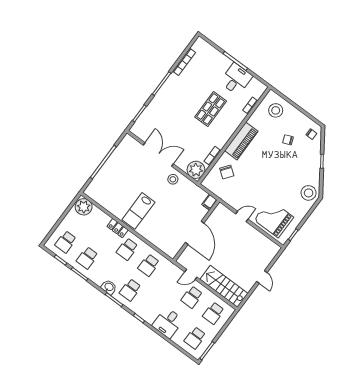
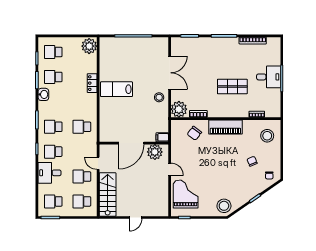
desk: (236, 79) -> (269, 77), moved
plant: (217, 218) -> (155, 152), added
school desk: (127, 249) -> (53, 152), moved
washbasin: (109, 287) -> (43, 94), moved

